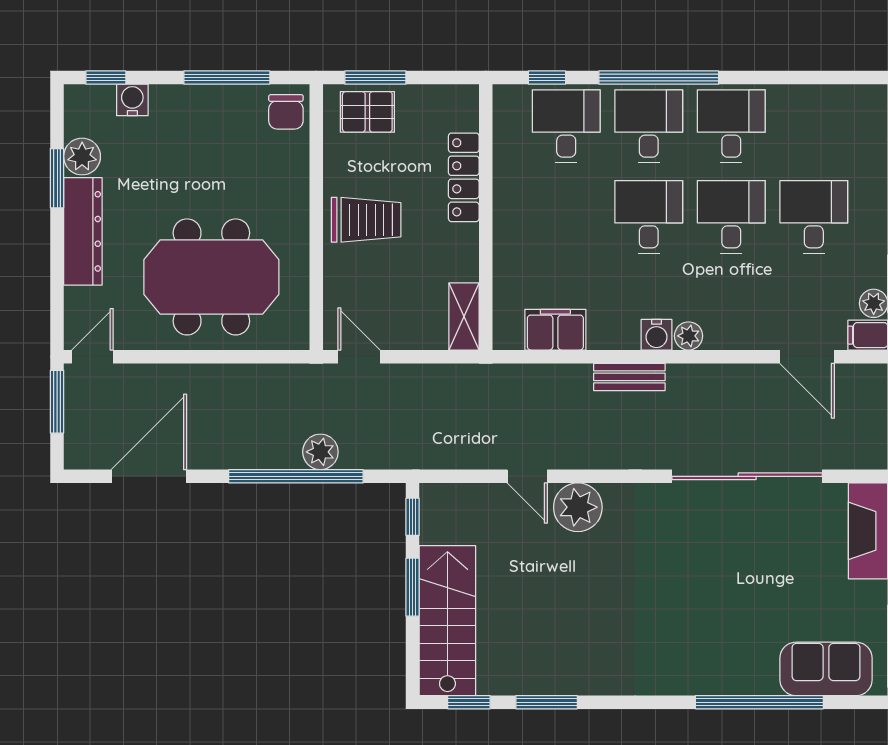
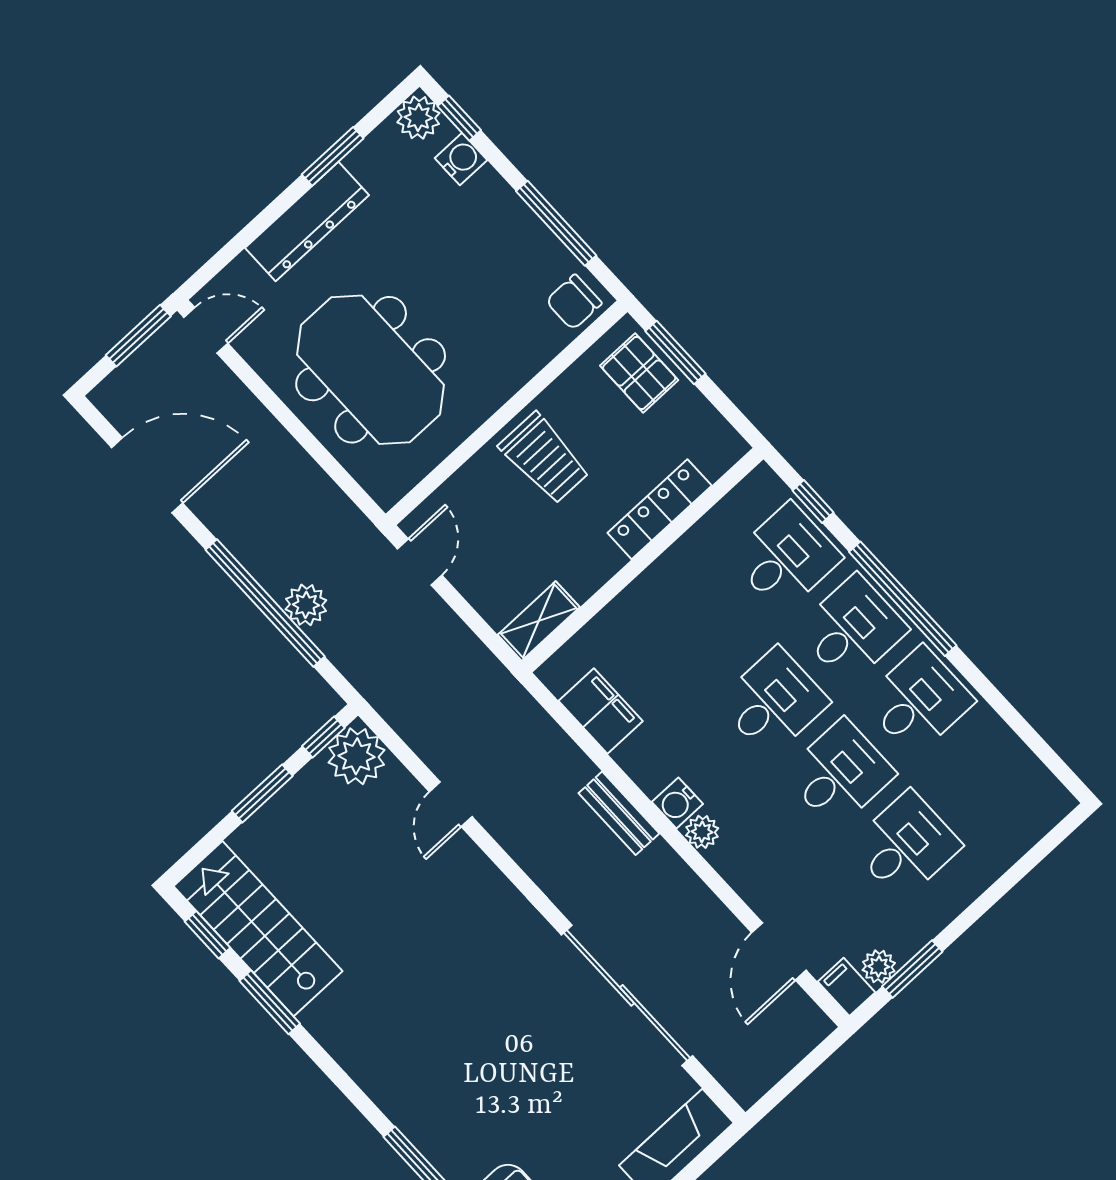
plant: (82, 157) -> (418, 118), moved
plant: (578, 507) -> (357, 756), moved
stairs: (447, 621) -> (258, 929), moved, turned -90

